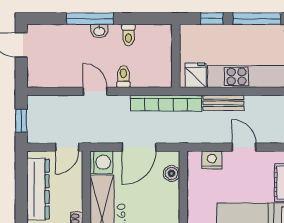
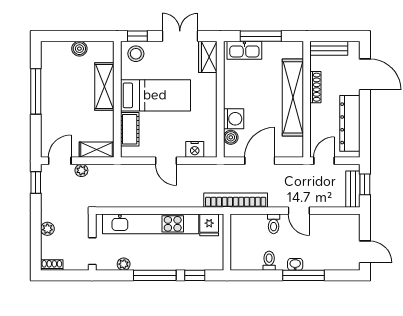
bench: (223, 103) -> (353, 189), moved, turned 90
washing machine: (101, 162) -> (234, 119), moved, turned 180

